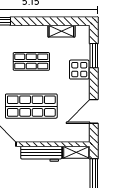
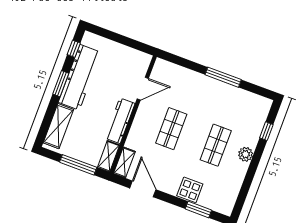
shelving: (61, 31) -> (124, 162), moved
plant: (30, 32) -> (246, 154), added
shop shelf: (31, 106) -> (171, 129), width x0.70, depth x0.74

